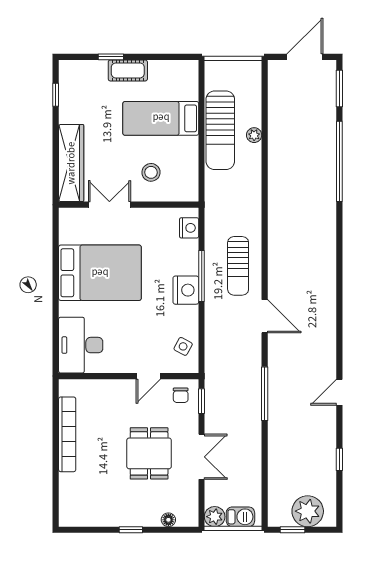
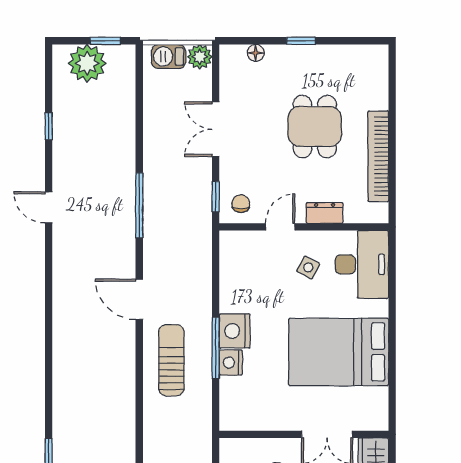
nightstand: (189, 228) -> (231, 363), moved
side table: (183, 346) -> (308, 267), moved
dresser: (111, 388) -> (325, 213), added
door: (339, 392) -> (49, 207), swing flipped
dining table: (149, 453) -> (315, 127), moved

